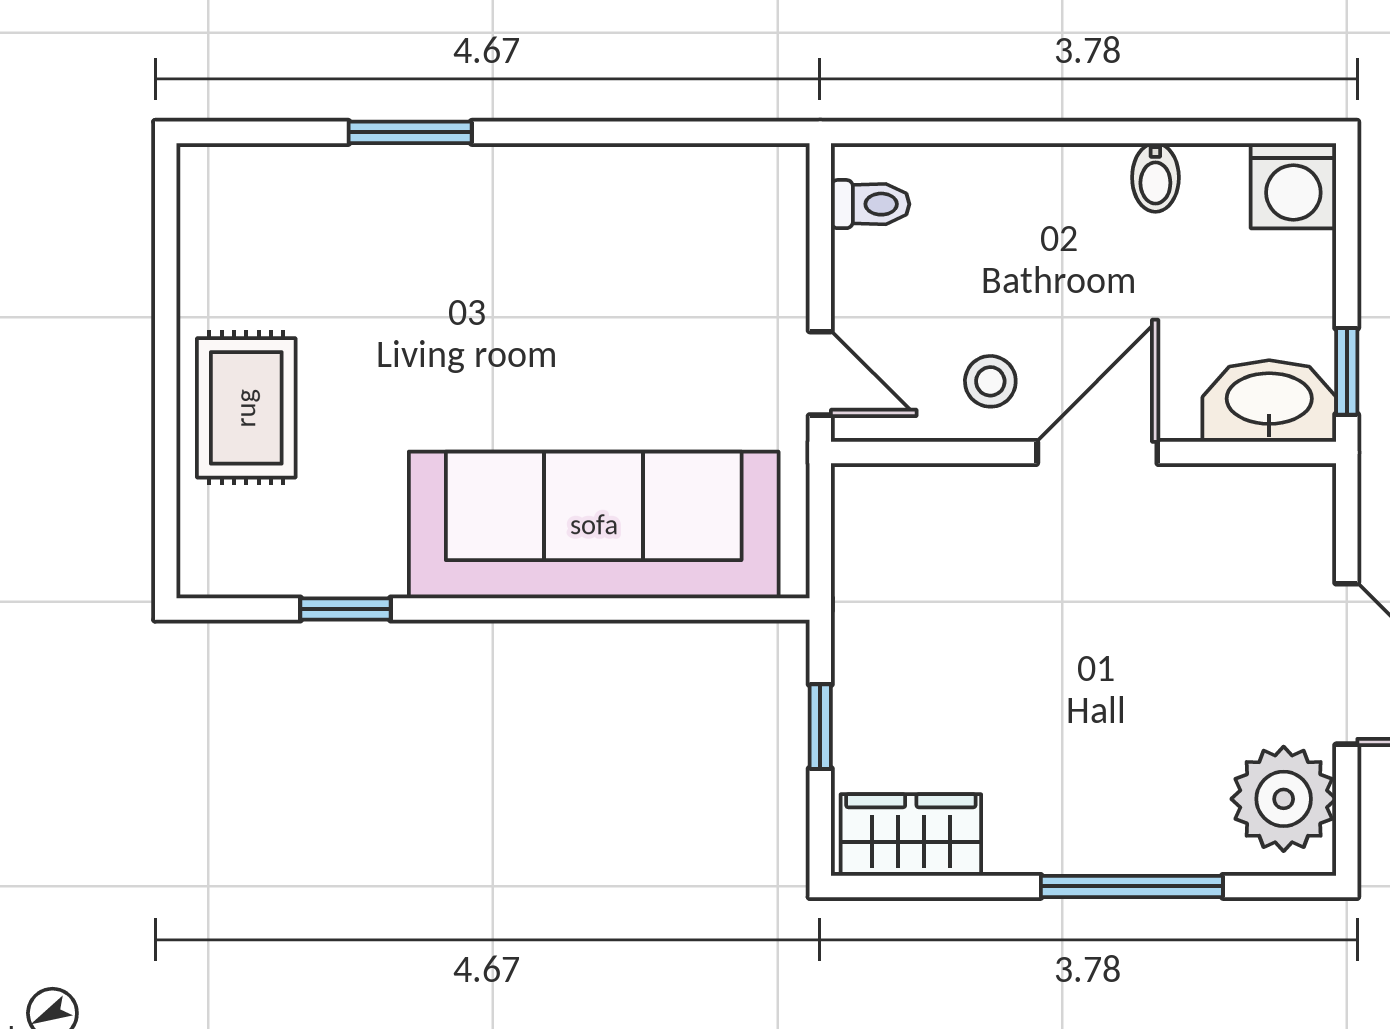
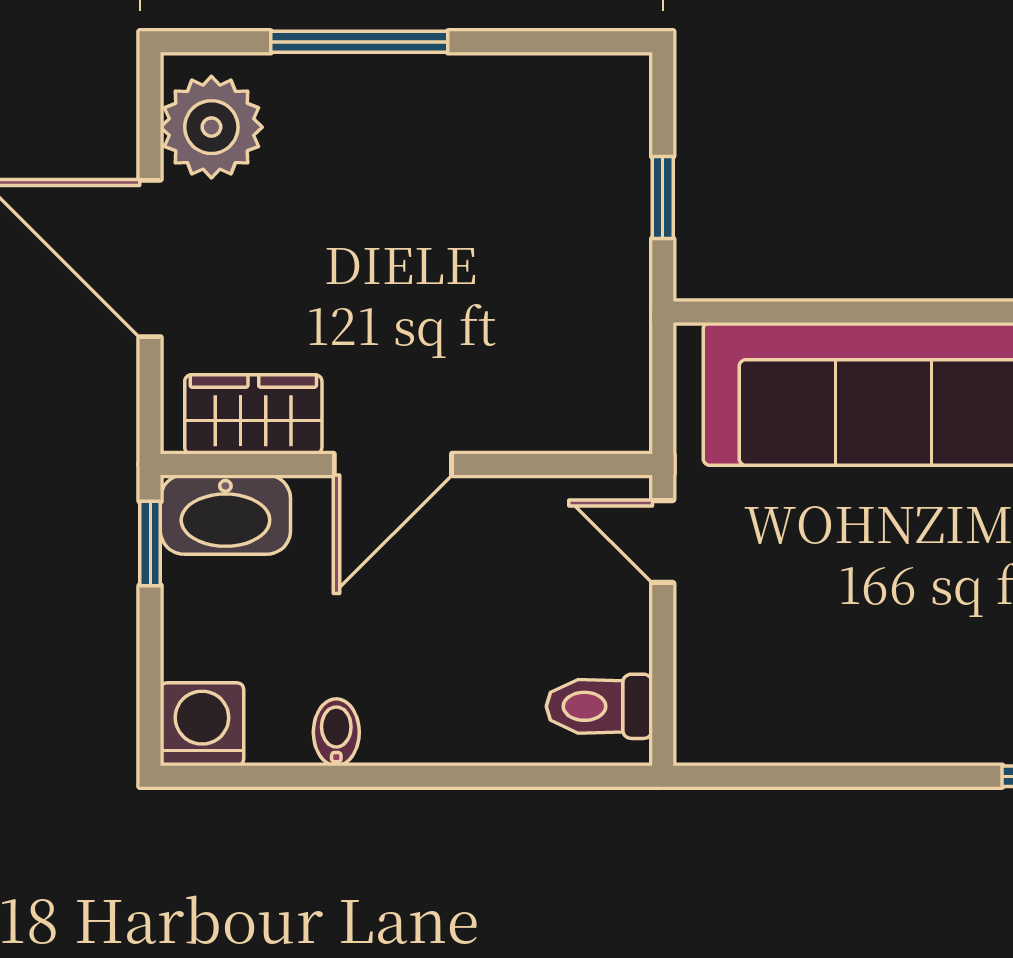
toilet: (870, 204) -> (599, 706), width x1.37, depth x1.39
stool: (990, 381) -> (497, 534), removed
wardrobe: (911, 835) -> (253, 414), moved, turned 180

